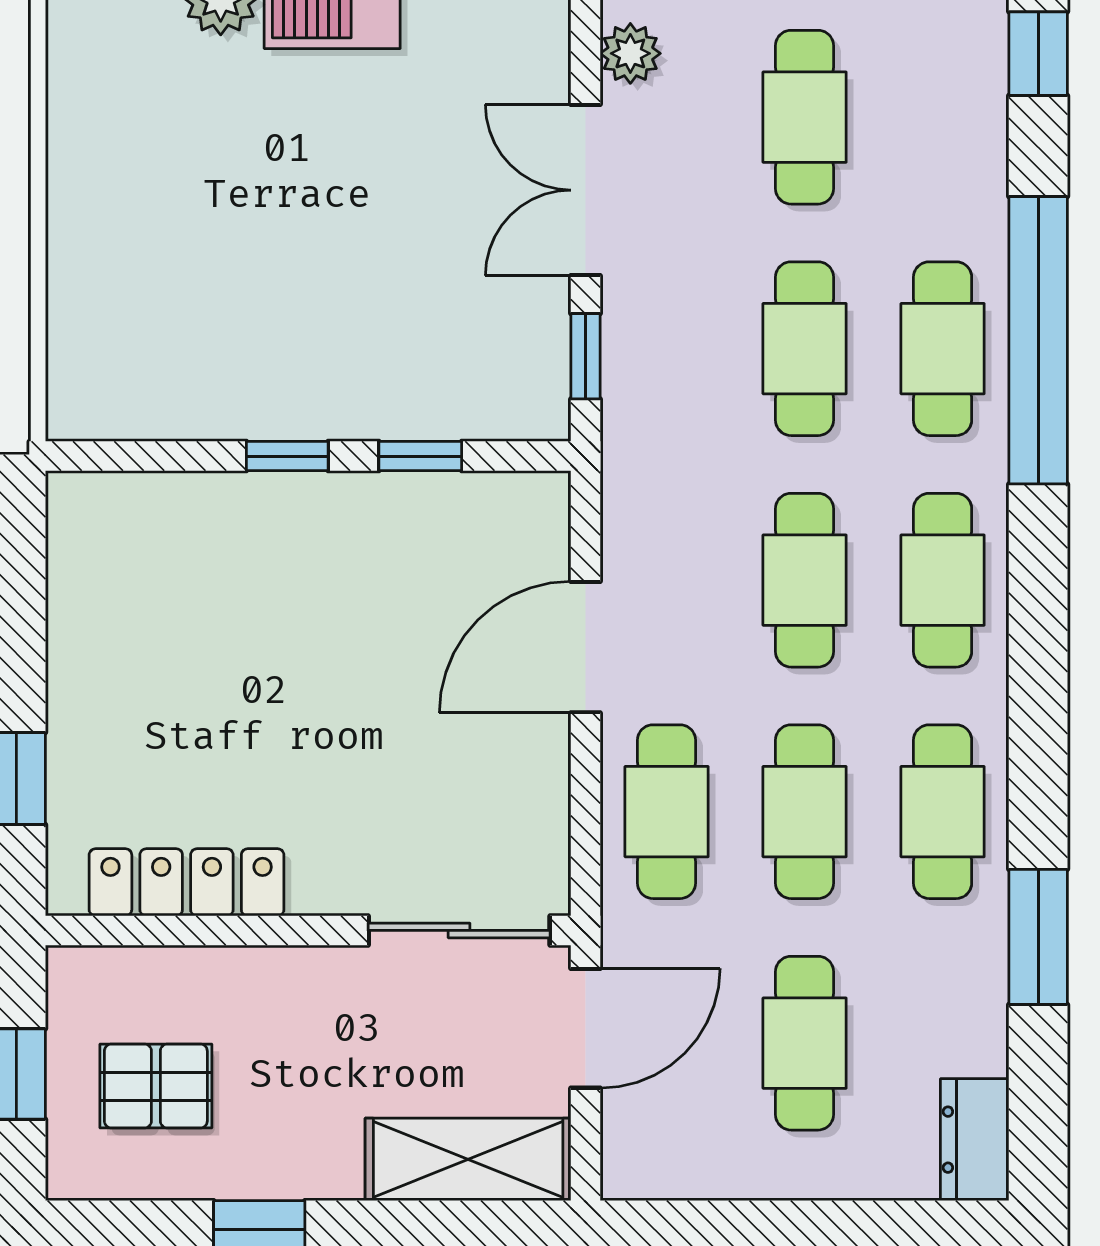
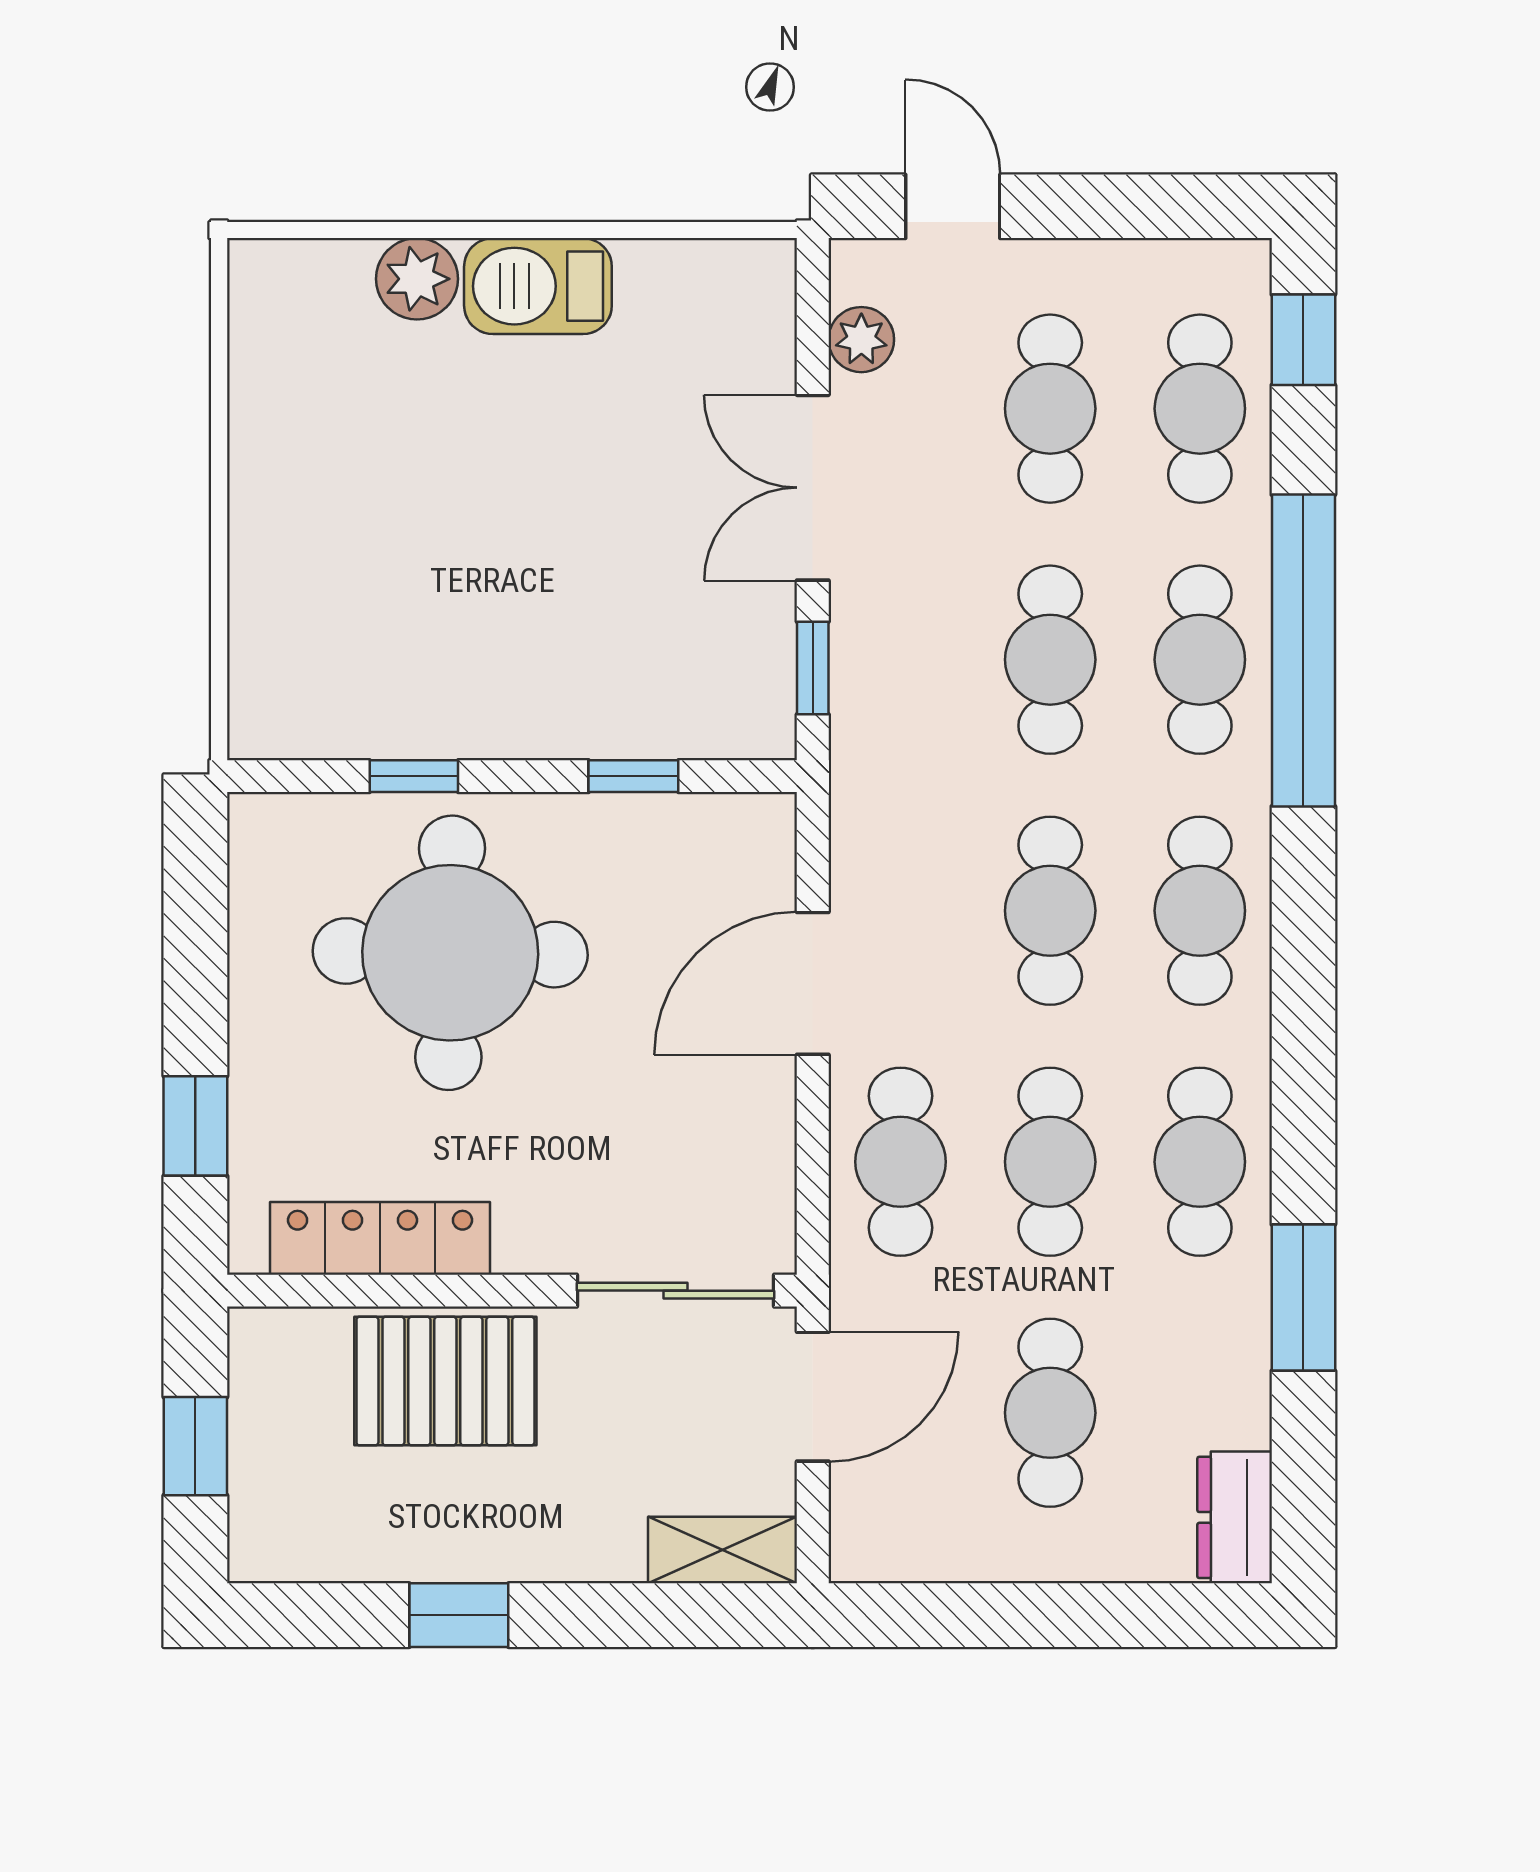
cafe table: (943, 117) -> (1200, 409), added
window: (287, 456) -> (414, 776), moved
round table: (251, 619) -> (450, 953), added
pallet: (156, 1086) -> (445, 1381), moved, width x1.50, depth x1.42
shelving: (468, 1159) -> (723, 1550), width x0.67, depth x0.75

